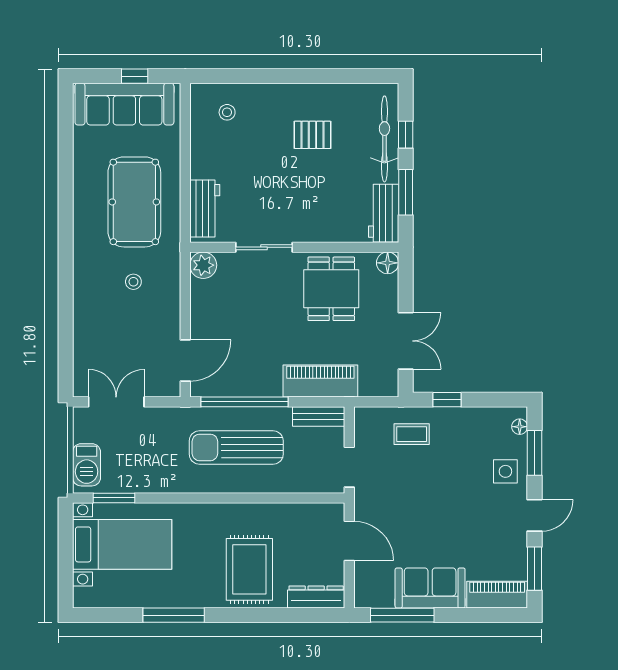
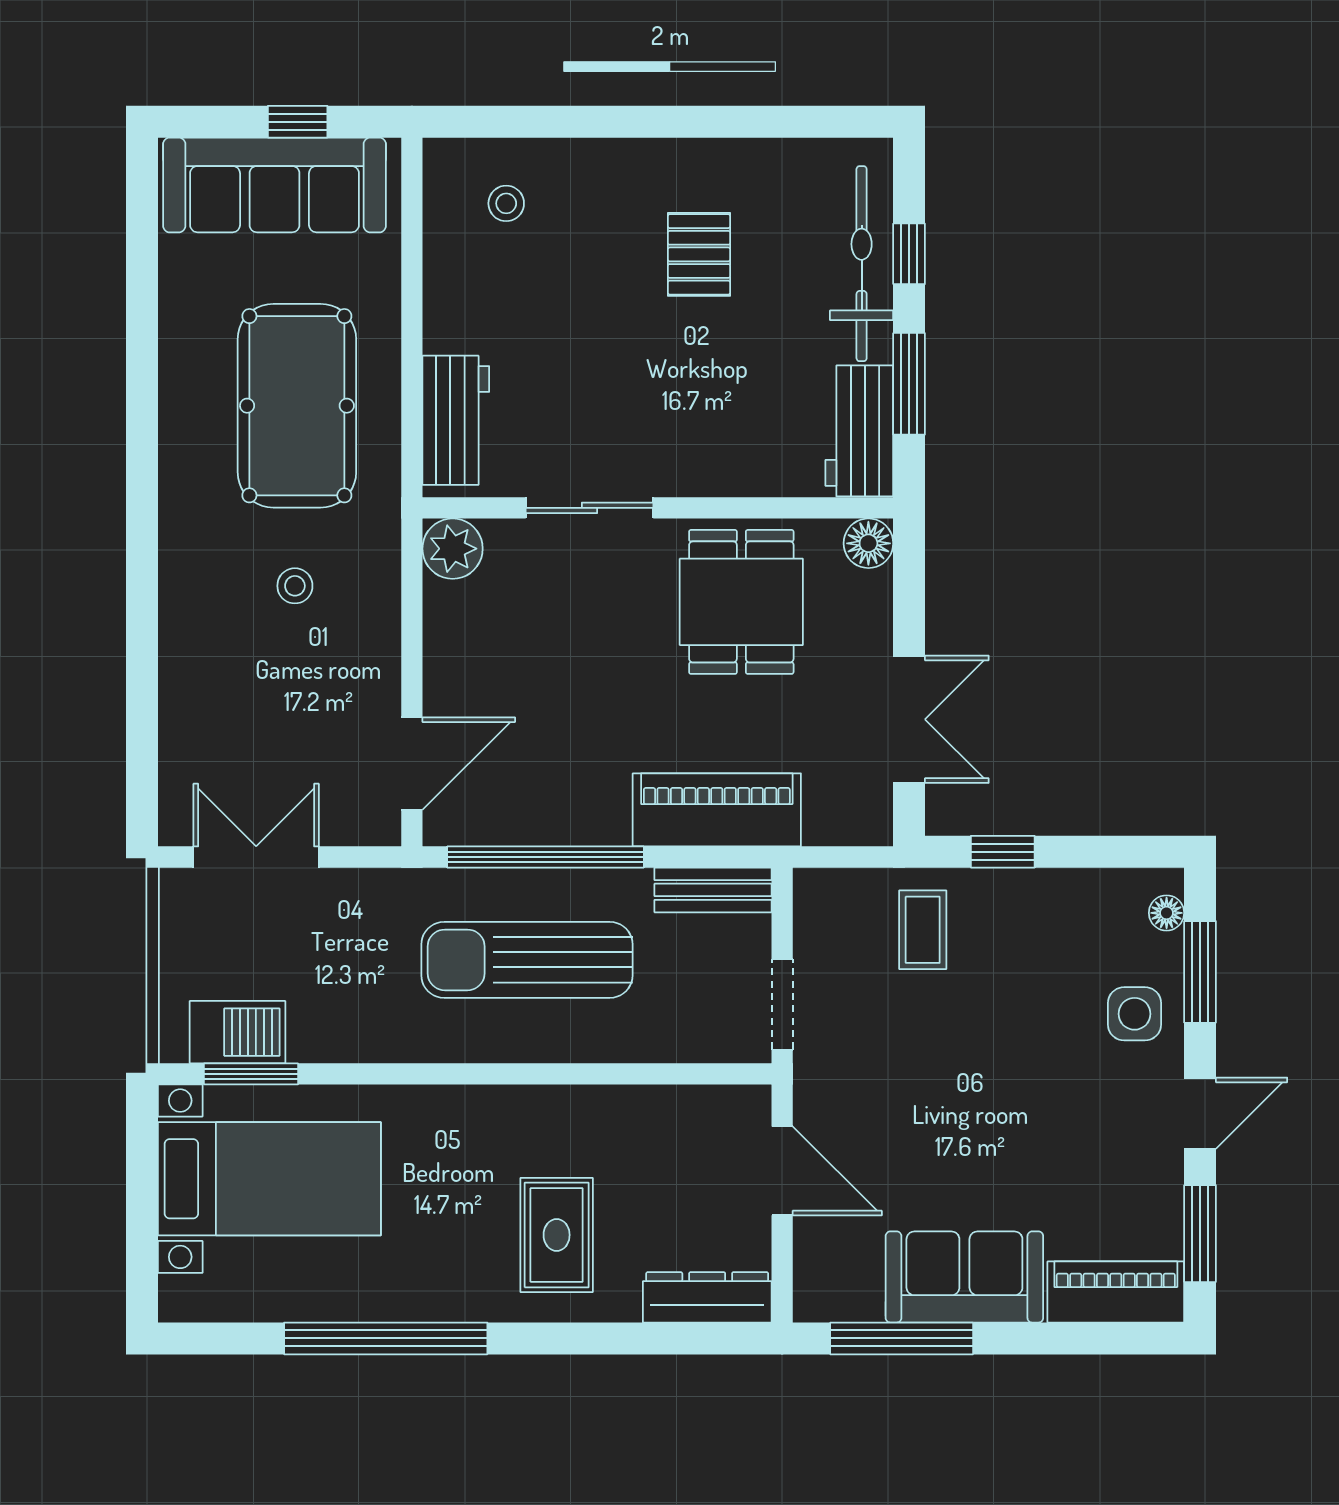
pallet: (312, 135) -> (699, 254), turned 90
coffee table: (412, 434) -> (923, 930), turned 90
barbecue: (87, 465) -> (238, 1032), moved, turned -90
rug: (249, 569) -> (557, 1235), width x0.73, depth x0.70
window: (174, 615) -> (386, 1338), width x1.46

